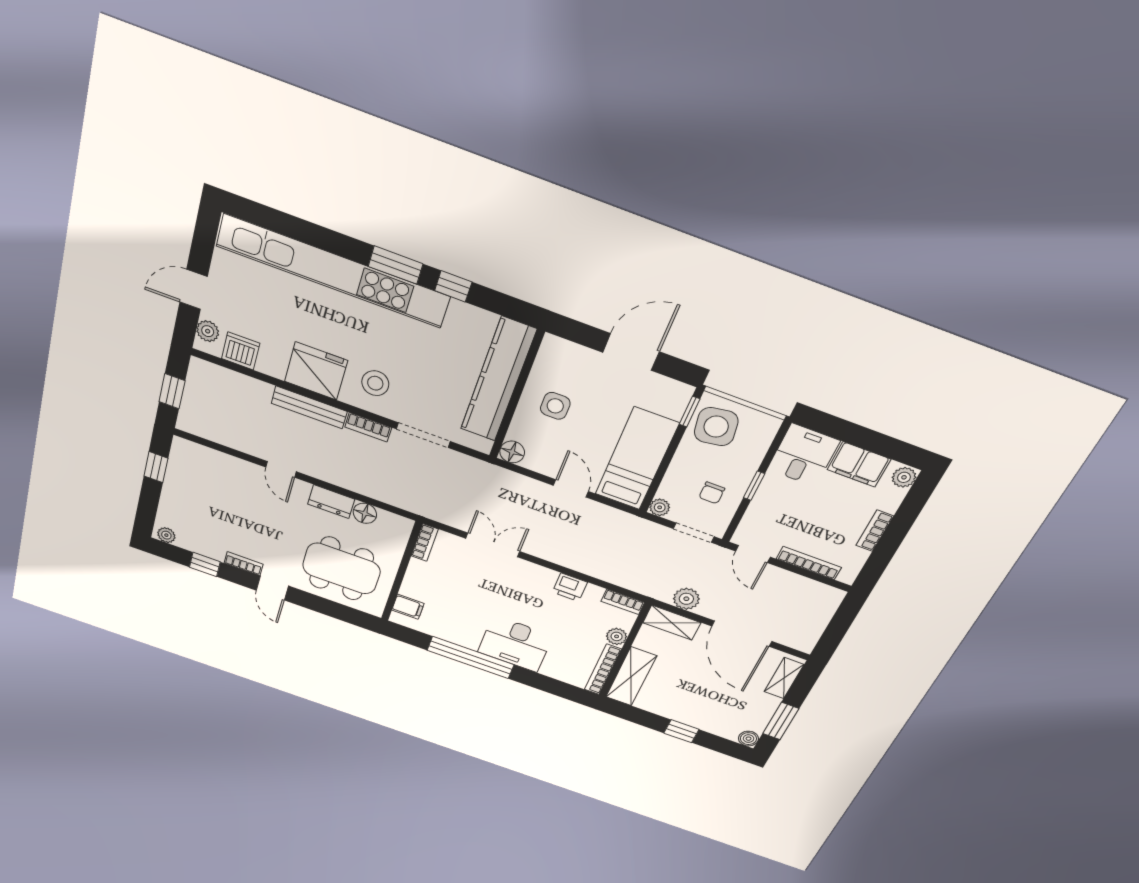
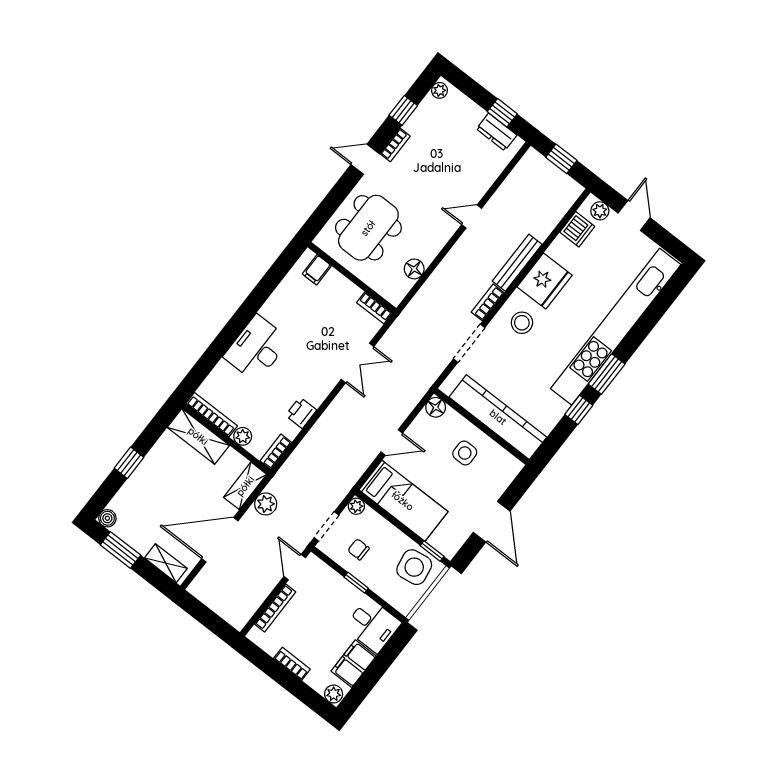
dresser: (331, 502) -> (497, 132), moved, turned -90
door: (753, 554) -> (295, 567), hinge flipped
window: (471, 657) -> (252, 305), removed

